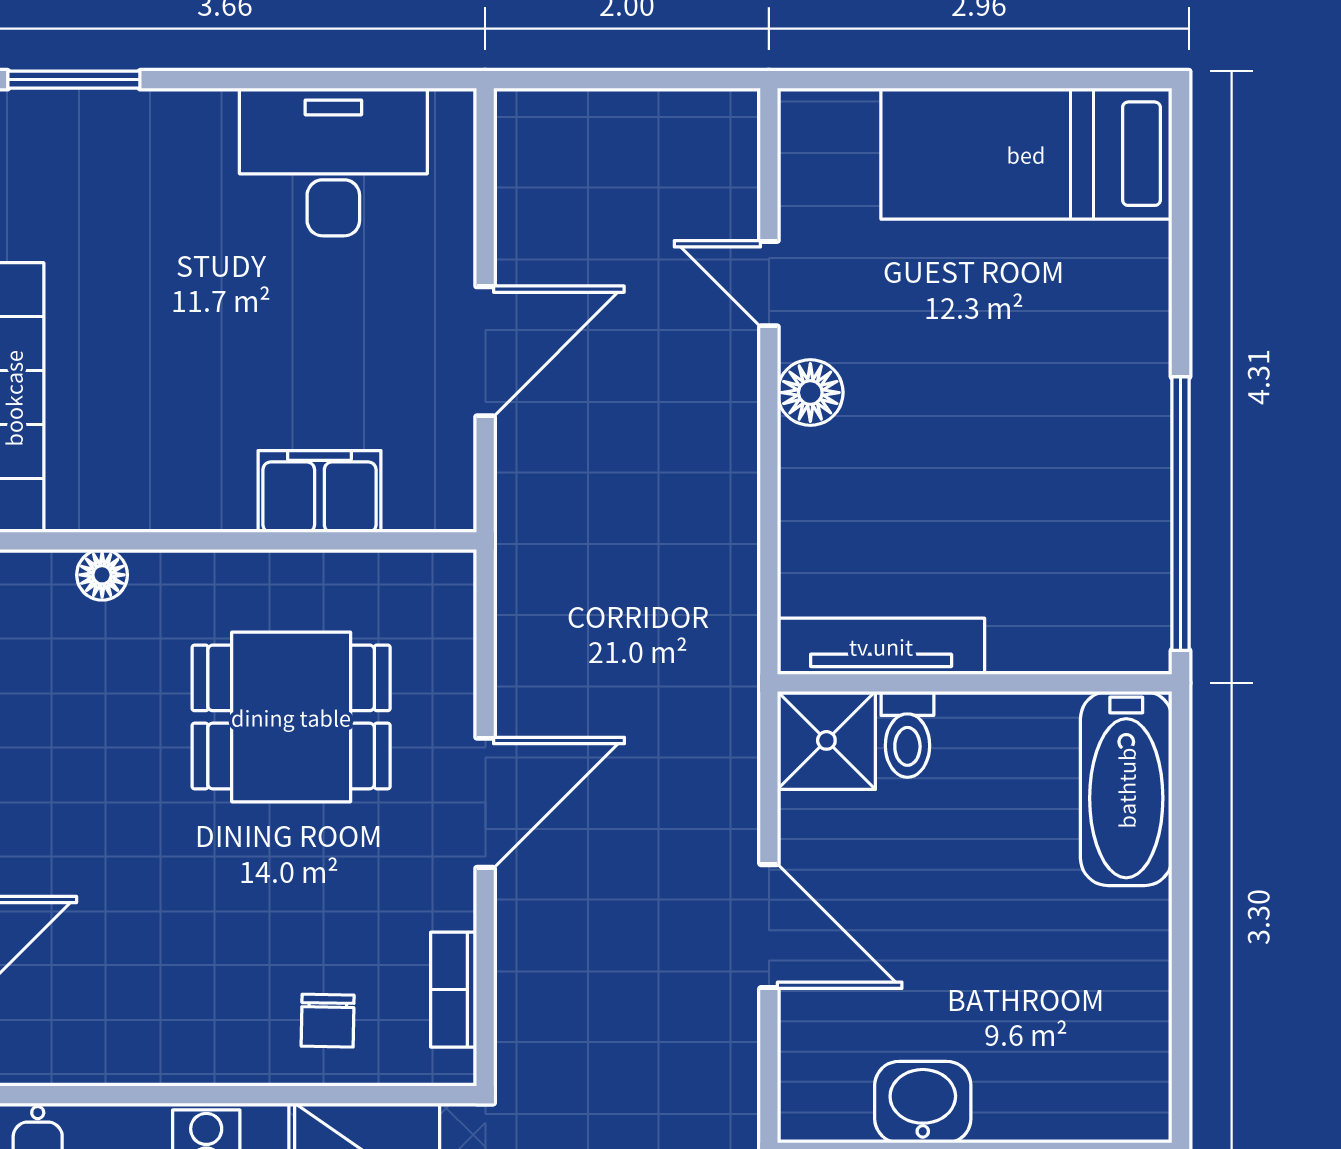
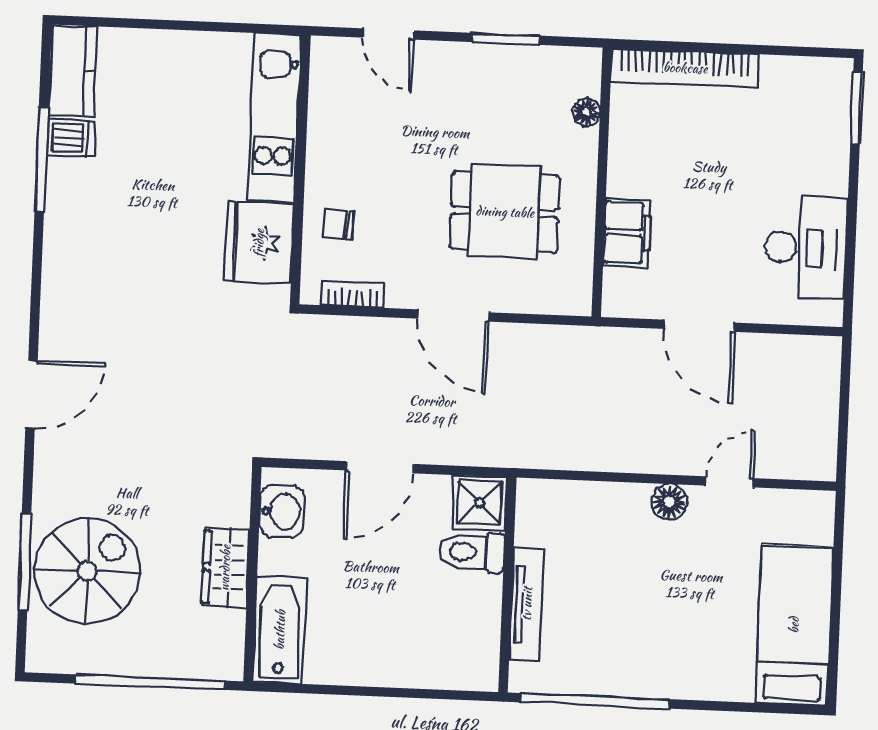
tv unit: (881, 646) -> (527, 604), moved
dining table: (291, 717) -> (505, 212), turned 90
toilet: (907, 734) -> (472, 552), width x1.37, depth x1.39
bathtub: (1126, 788) -> (280, 630), moved, turned 90
washbasin: (923, 1102) -> (282, 511), moved

